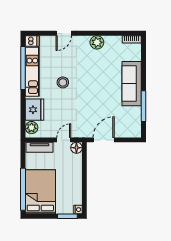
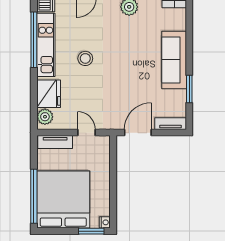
window: (143, 106) -> (189, 89), width x0.69
tv unit: (129, 133) -> (171, 124), added
door: (64, 140) -> (86, 133), hinge flipped
floor lamp: (76, 148) -> (103, 143), removed
bed: (40, 192) -> (63, 199), width x1.36

